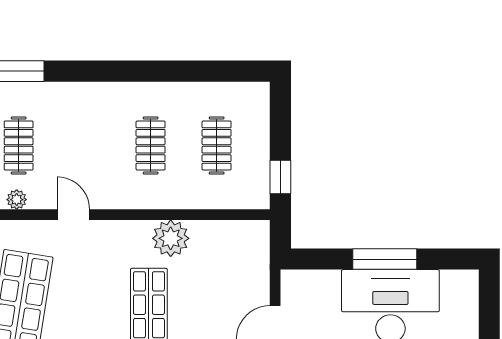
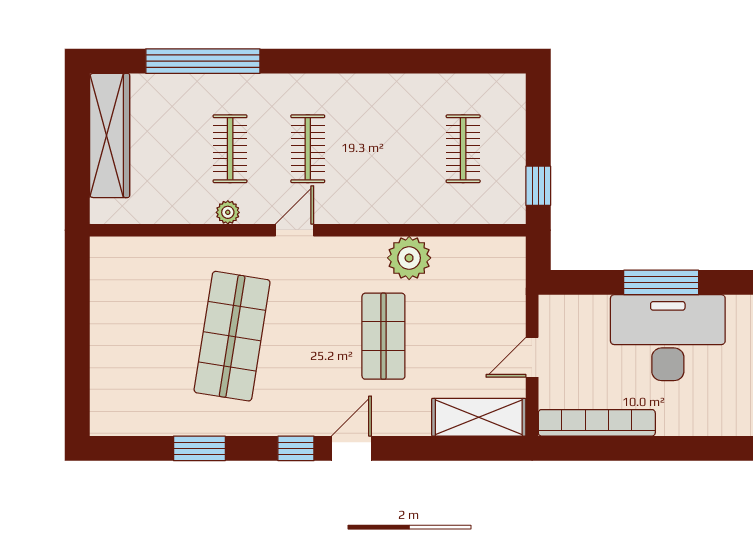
clothes rail: (151, 145) -> (308, 149), moved
door: (73, 215) -> (295, 230), hinge flipped

